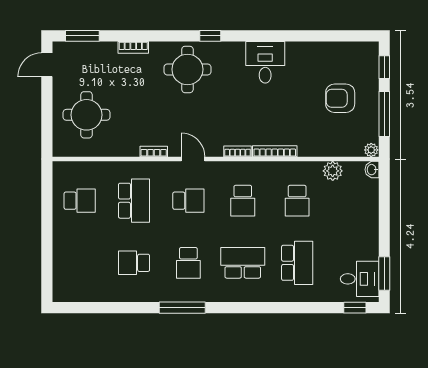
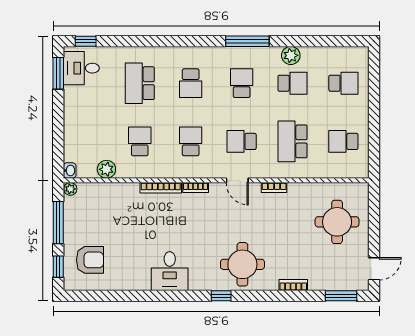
armchair: (340, 98) -> (90, 260), moved
school desk: (80, 263) -> (343, 83), added
school desk: (243, 263) -> (191, 83), width x0.54
plant: (136, 292) -> (291, 55), added

